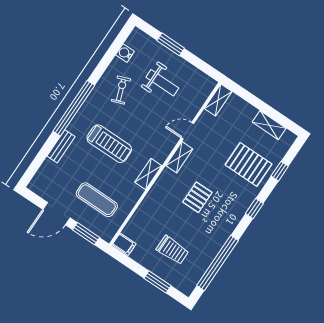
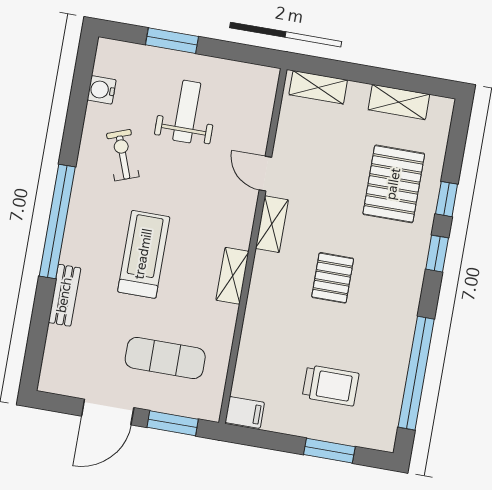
weight bench: (162, 83) -> (187, 112), turned -90
shelving: (218, 100) -> (318, 87), moved, turned 90
door: (187, 131) -> (265, 174), hinge flipped
treadmill: (109, 144) -> (144, 254), turned -90
pallet: (248, 164) -> (394, 184), turned 90
window: (280, 171) -> (447, 199), moved

